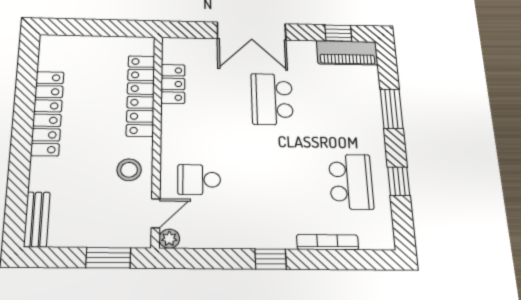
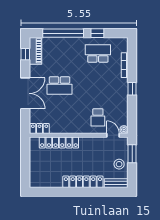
locker: (173, 84) -> (40, 129), moved
window: (391, 109) -> (63, 33), width x2.11
locker: (47, 113) -> (83, 182), moved
stool: (129, 170) -> (119, 164), moved

